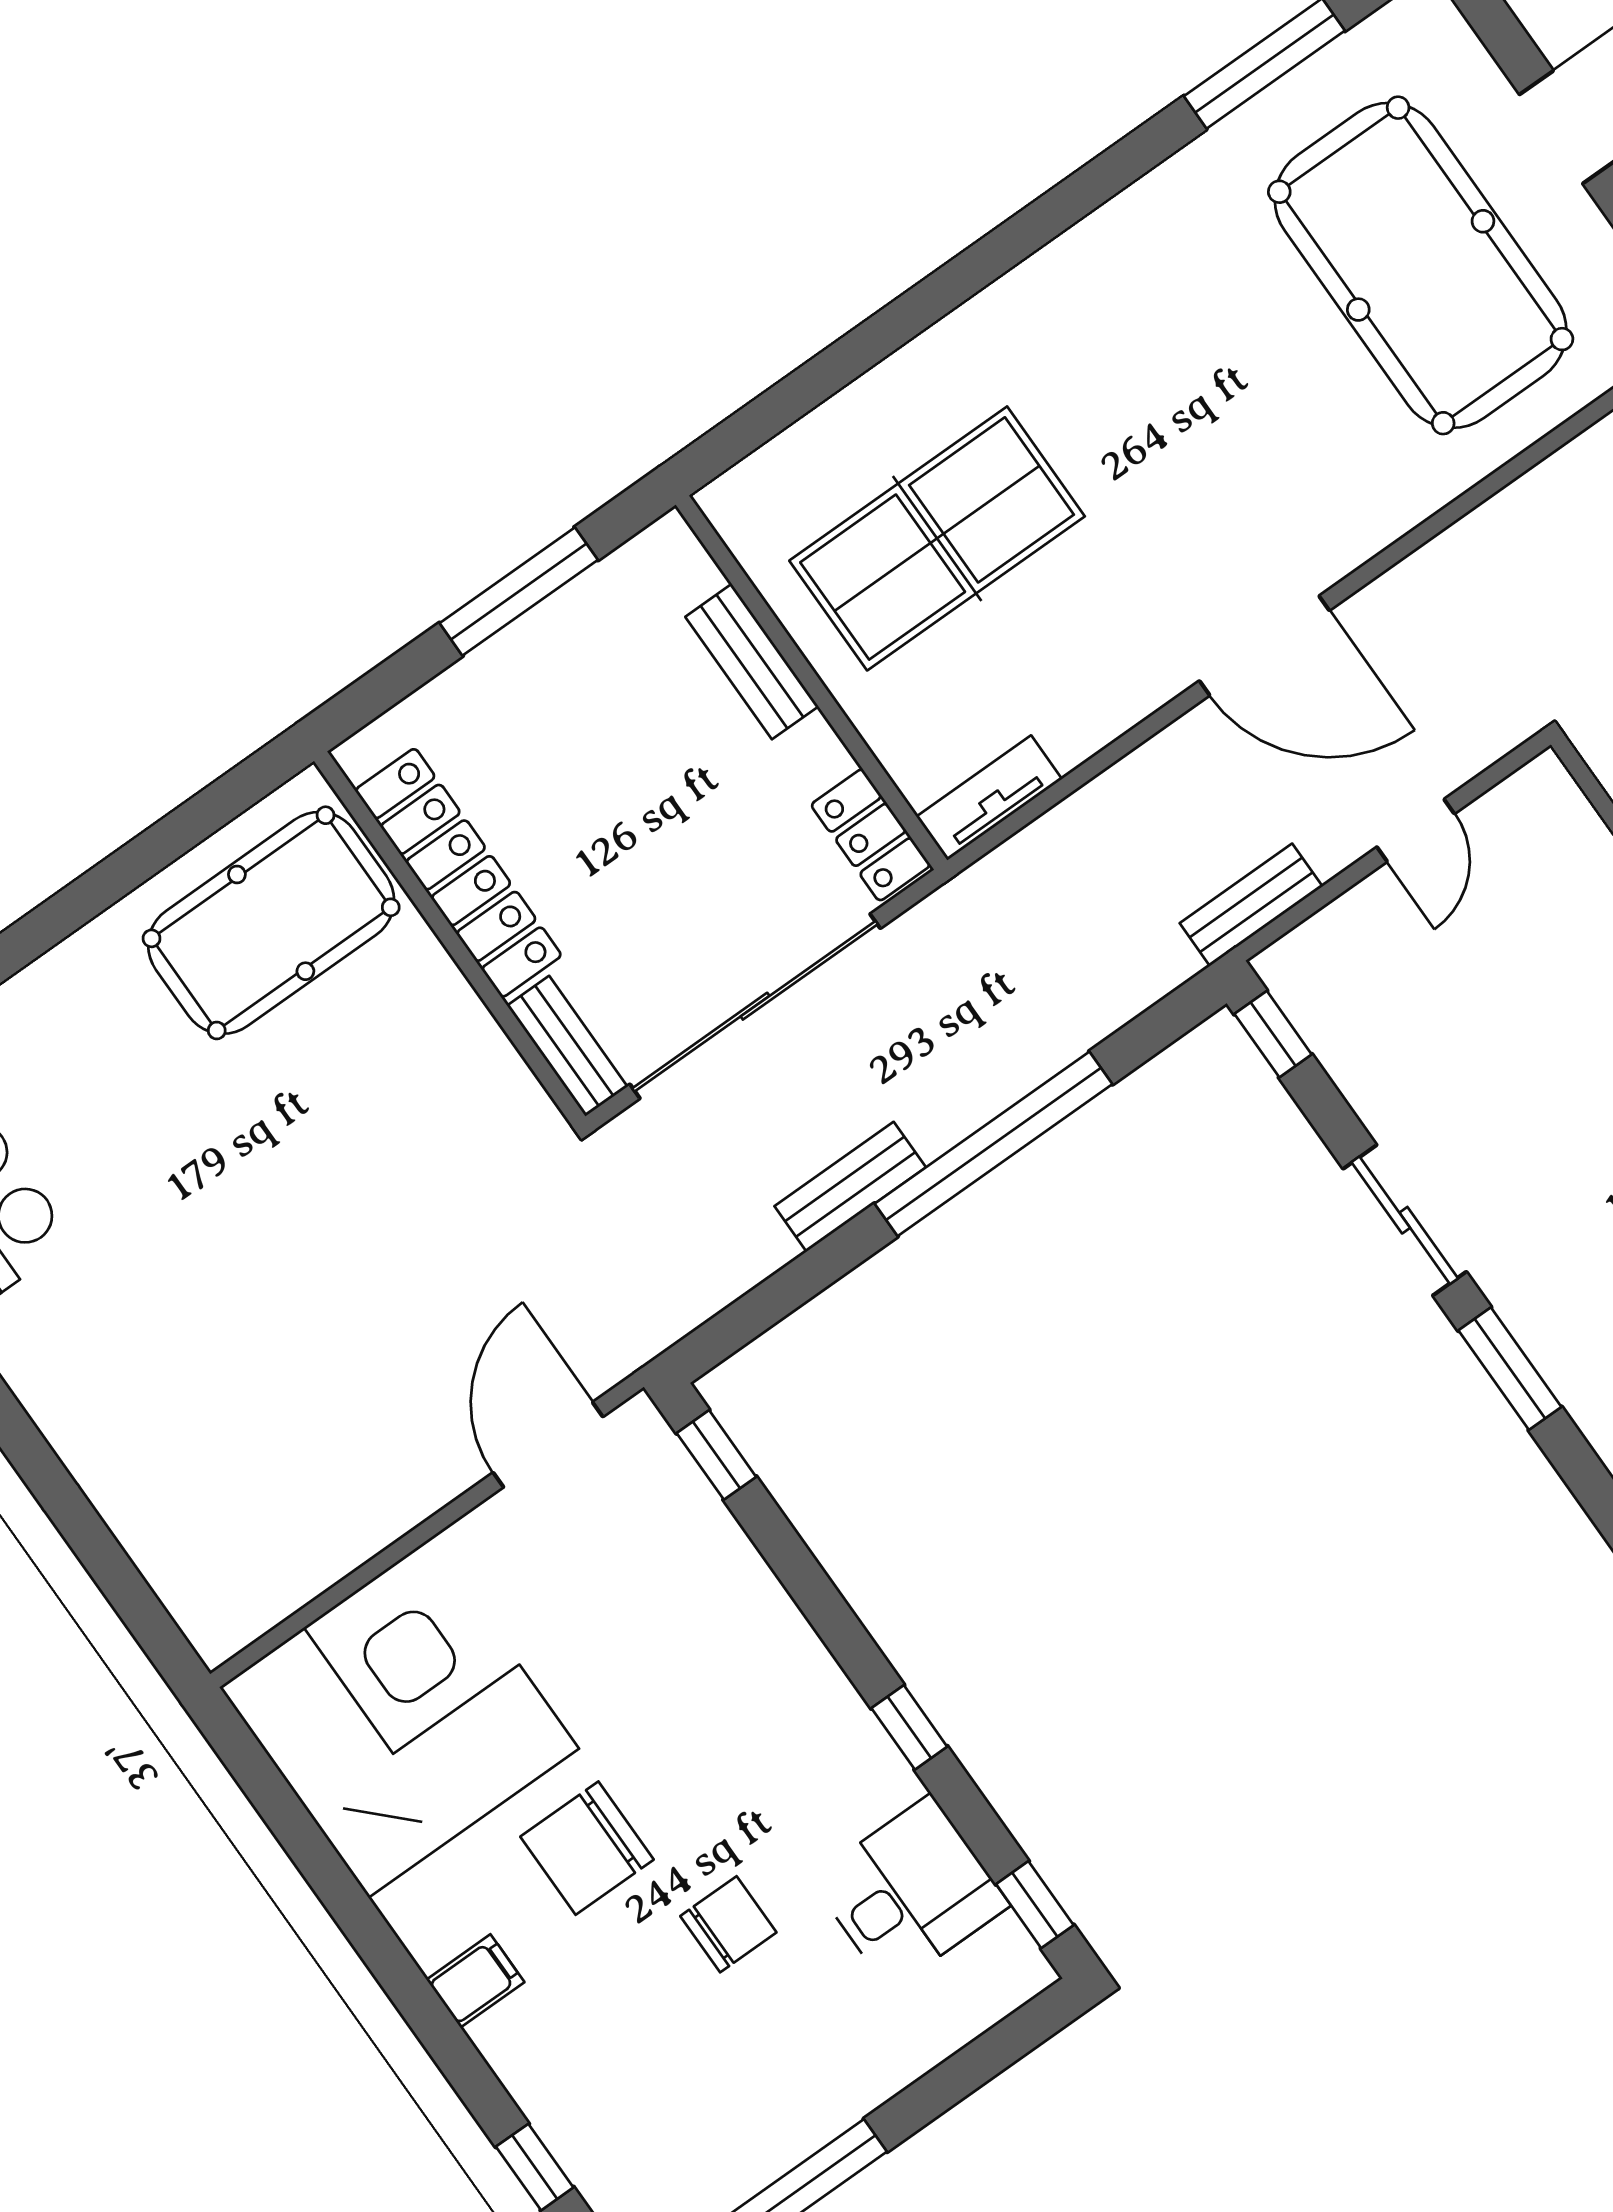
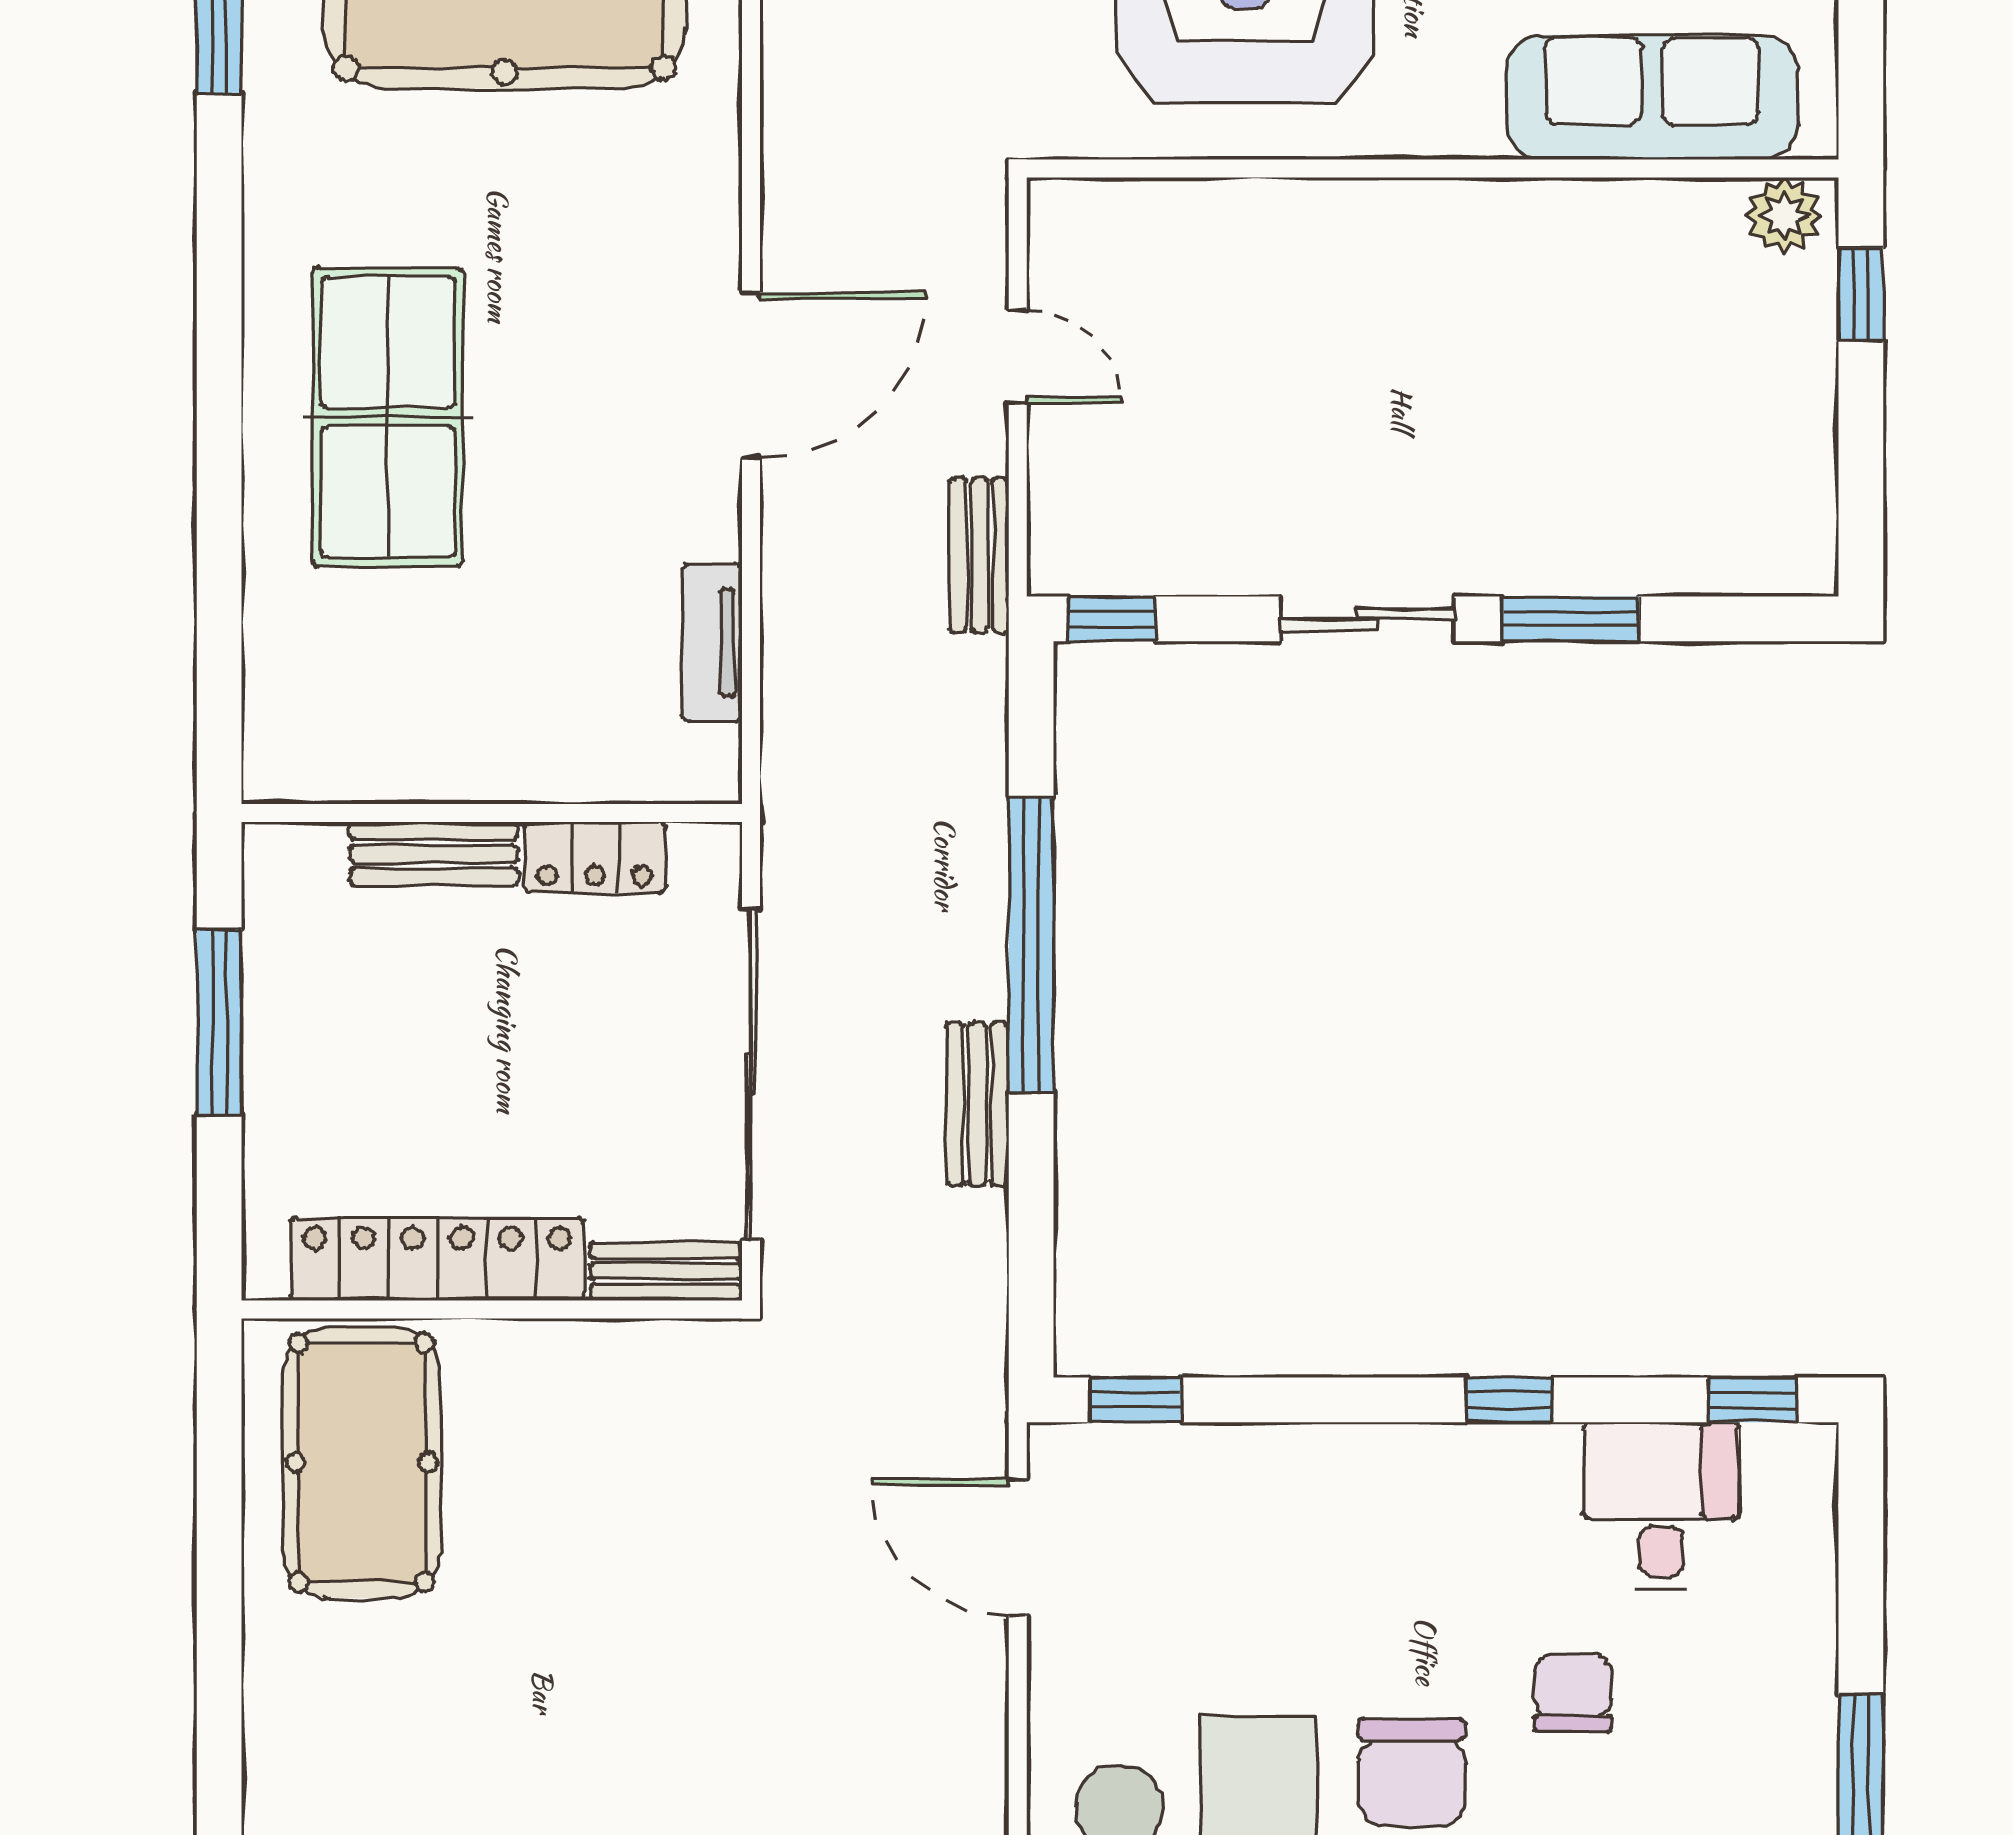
table tennis table: (937, 538) -> (388, 417), moved
tv unit: (989, 798) -> (712, 642), moved
locker: (871, 835) -> (595, 858), moved

